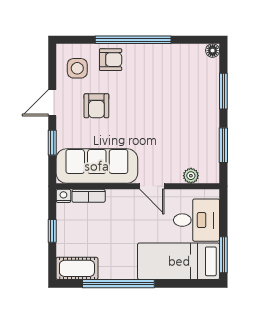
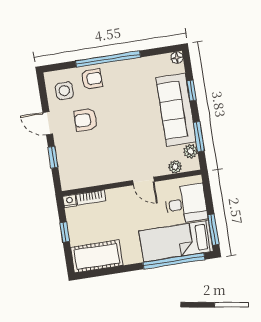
window: (223, 91) -> (192, 91), width x0.67
door: (52, 103) -> (48, 123), hinge flipped
armchair: (96, 106) -> (86, 120), turned 90
plant: (211, 161) -> (190, 151), added
sofa: (97, 166) -> (176, 110), moved, turned -90
cot: (77, 268) -> (97, 256), width x1.37, depth x1.34
window: (118, 284) -> (174, 261), moved

